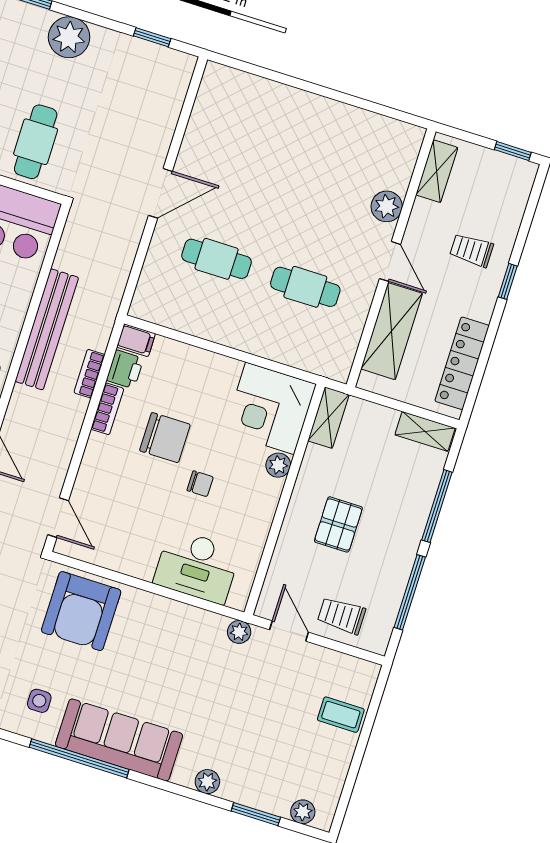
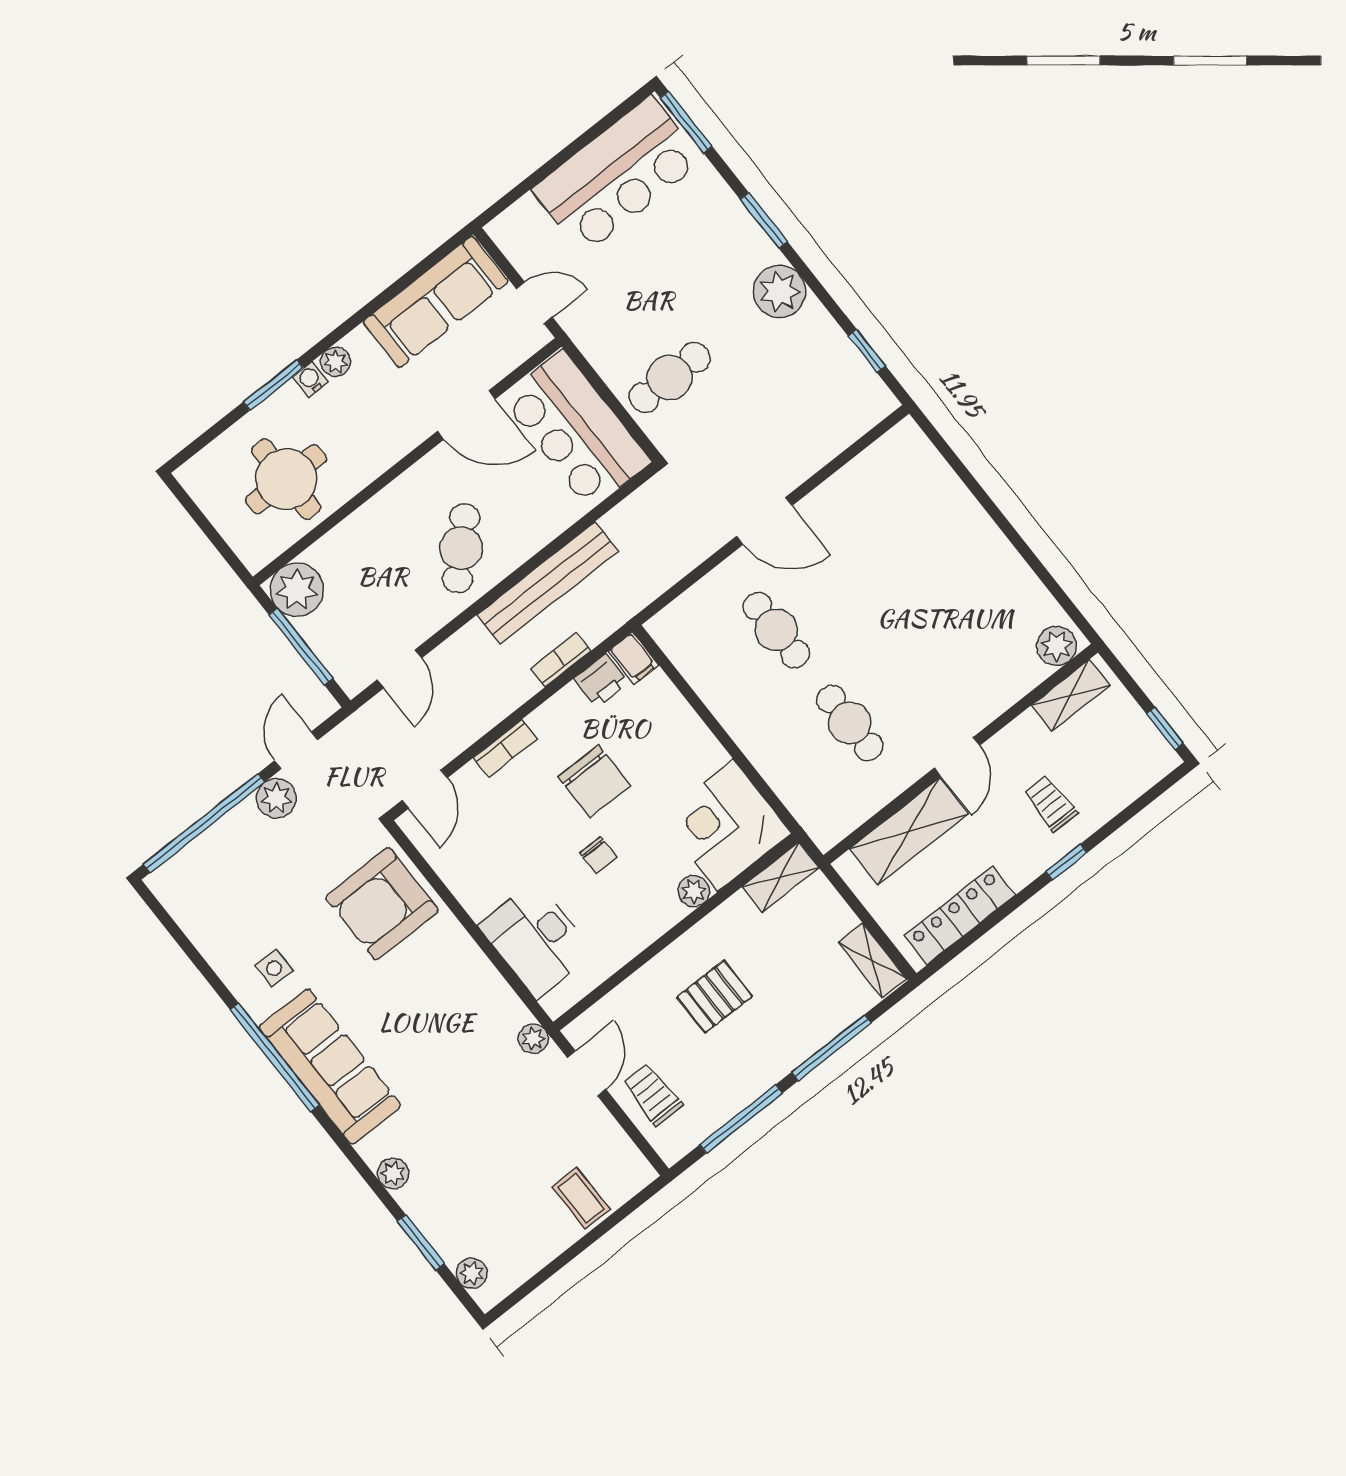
plant: (387, 206) -> (1057, 646), moved
bookcase: (107, 409) -> (505, 748), moved

